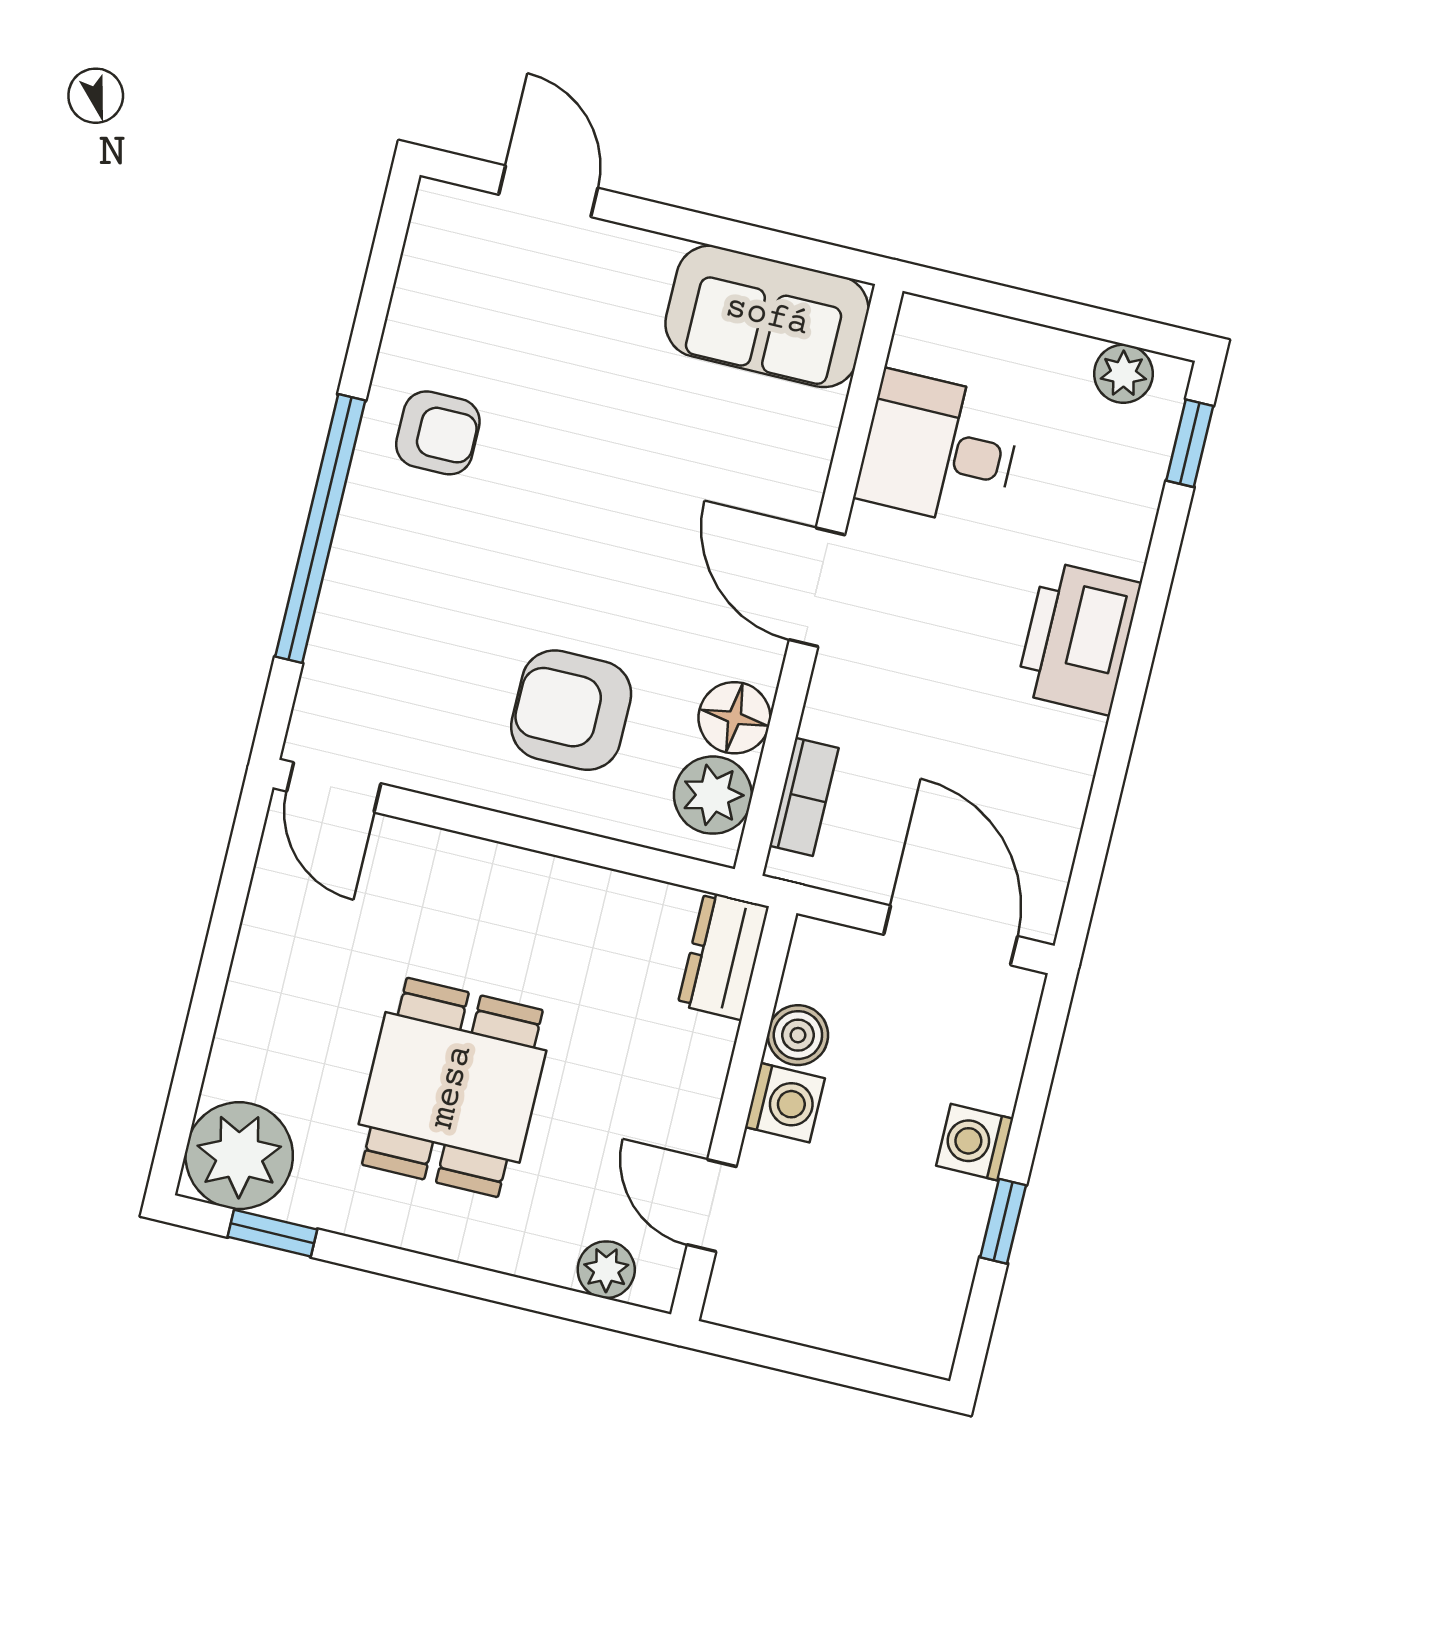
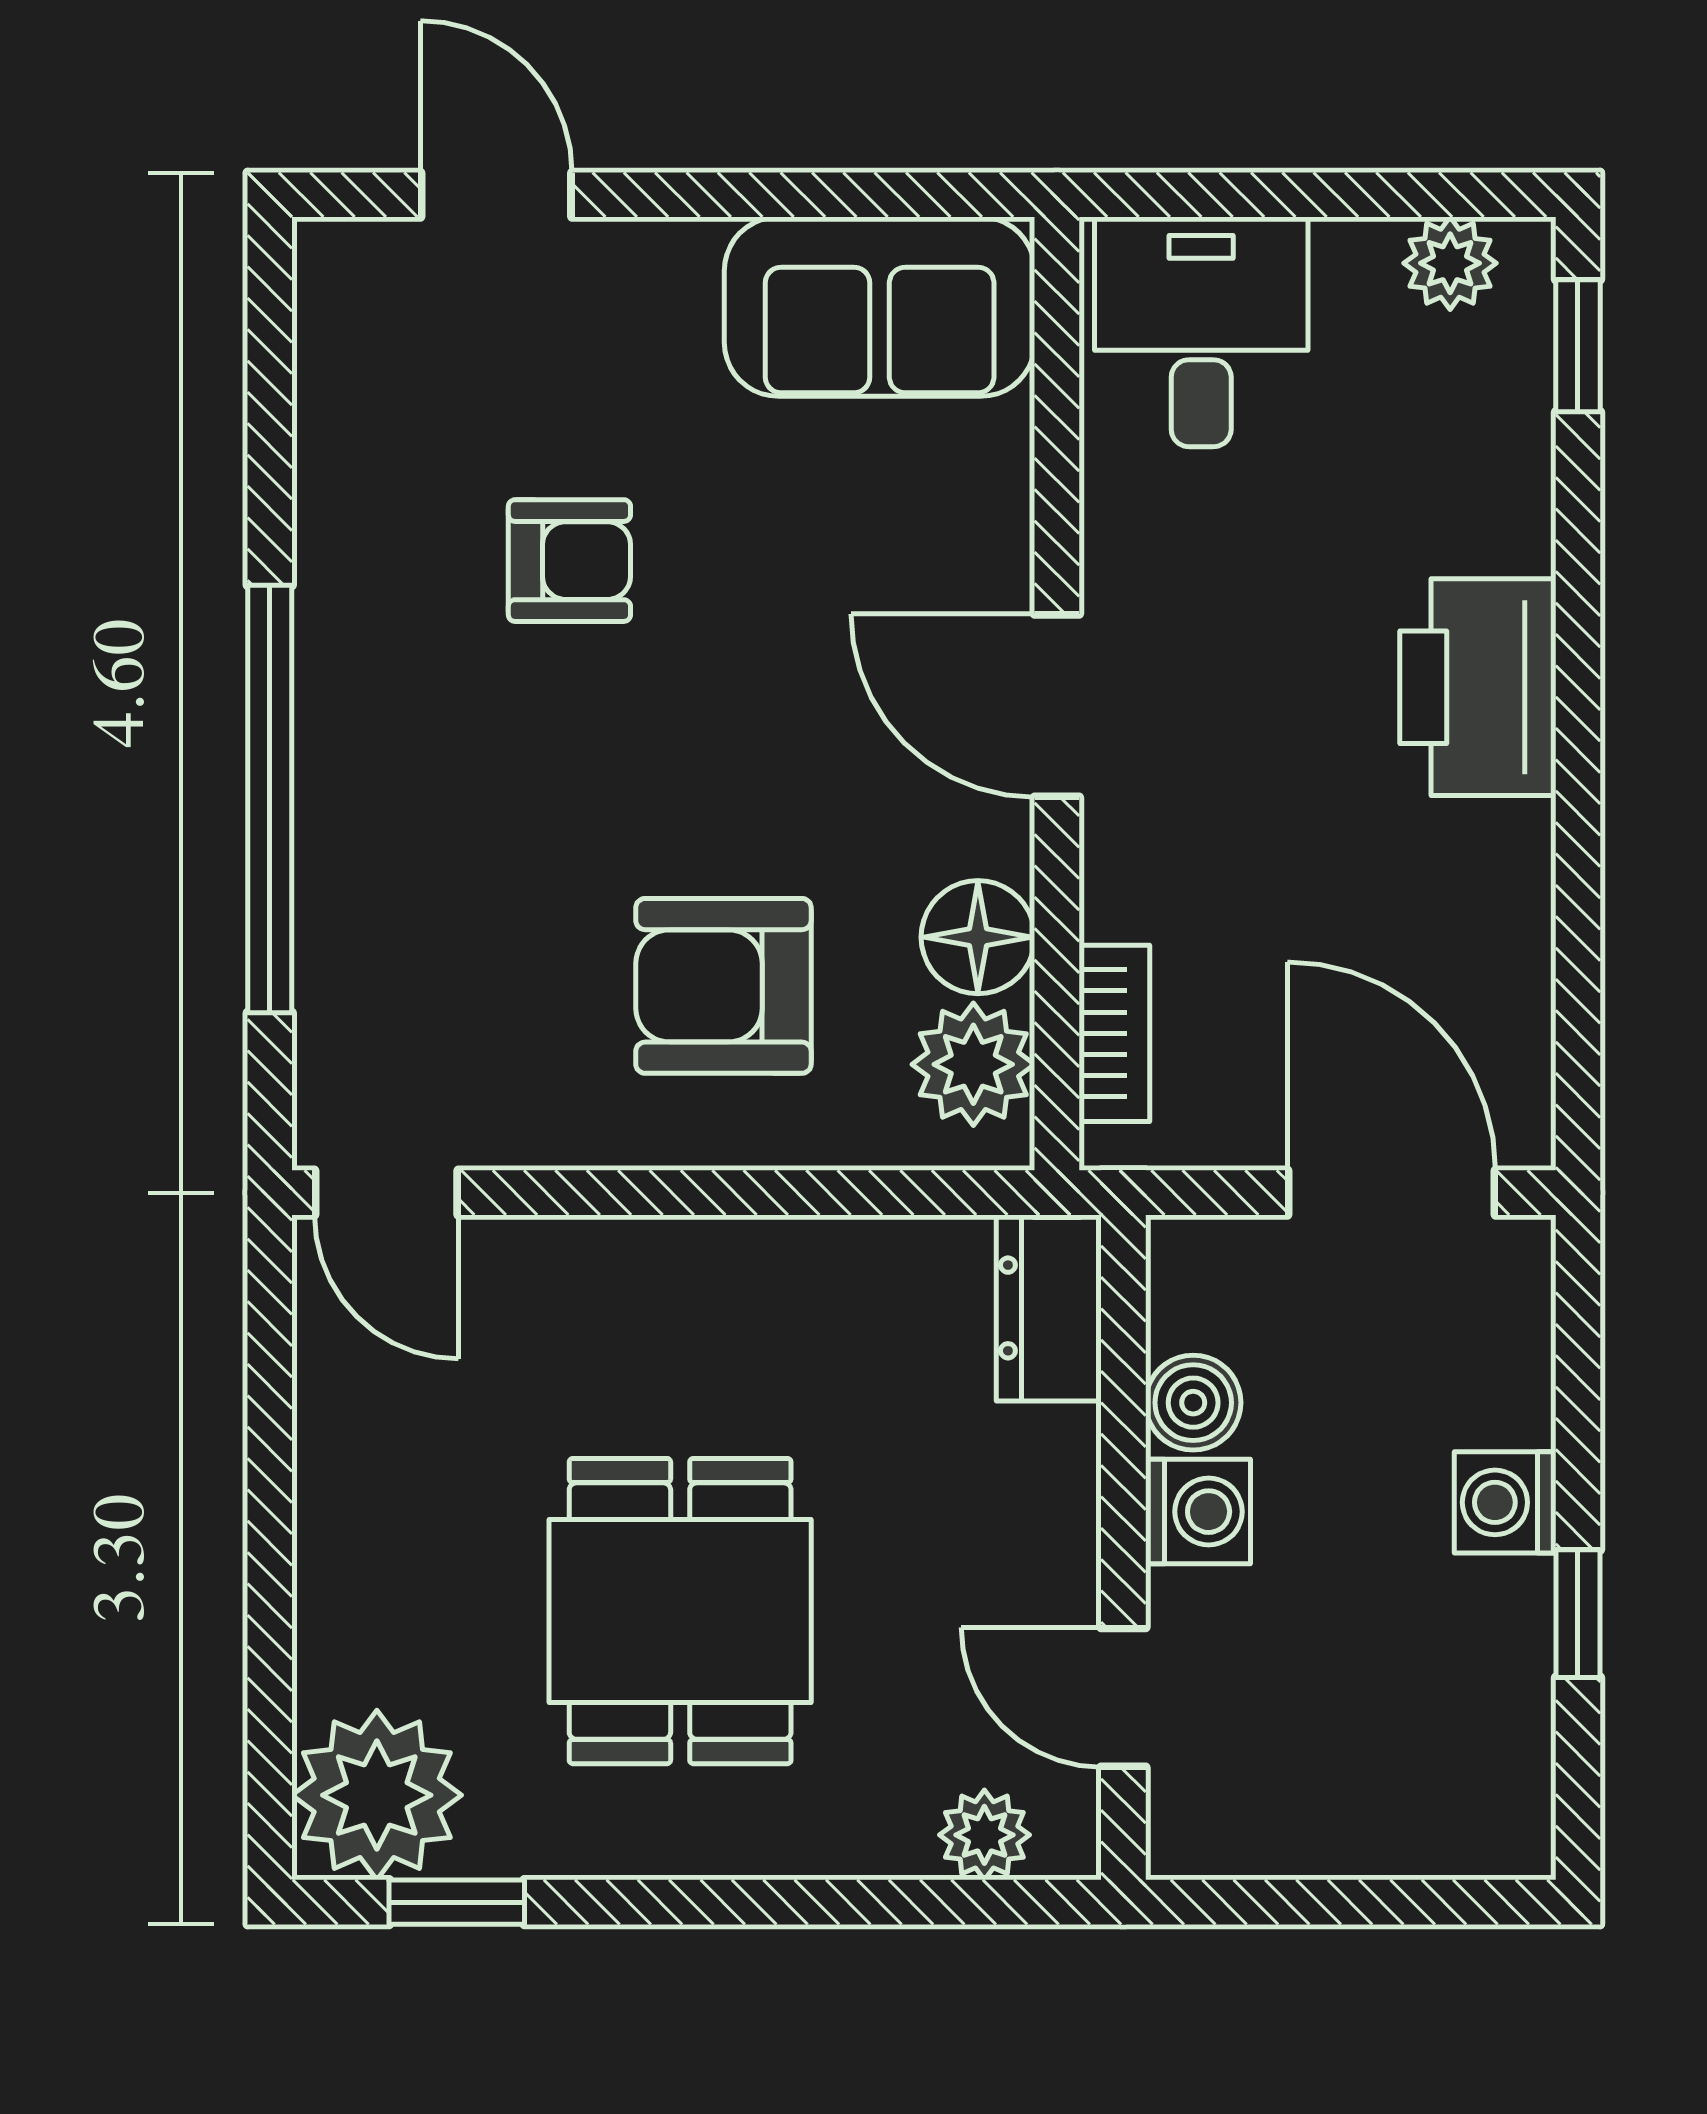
armchair: (438, 433) -> (569, 561), moved
desk: (939, 449) -> (1201, 332), moved, turned 90

